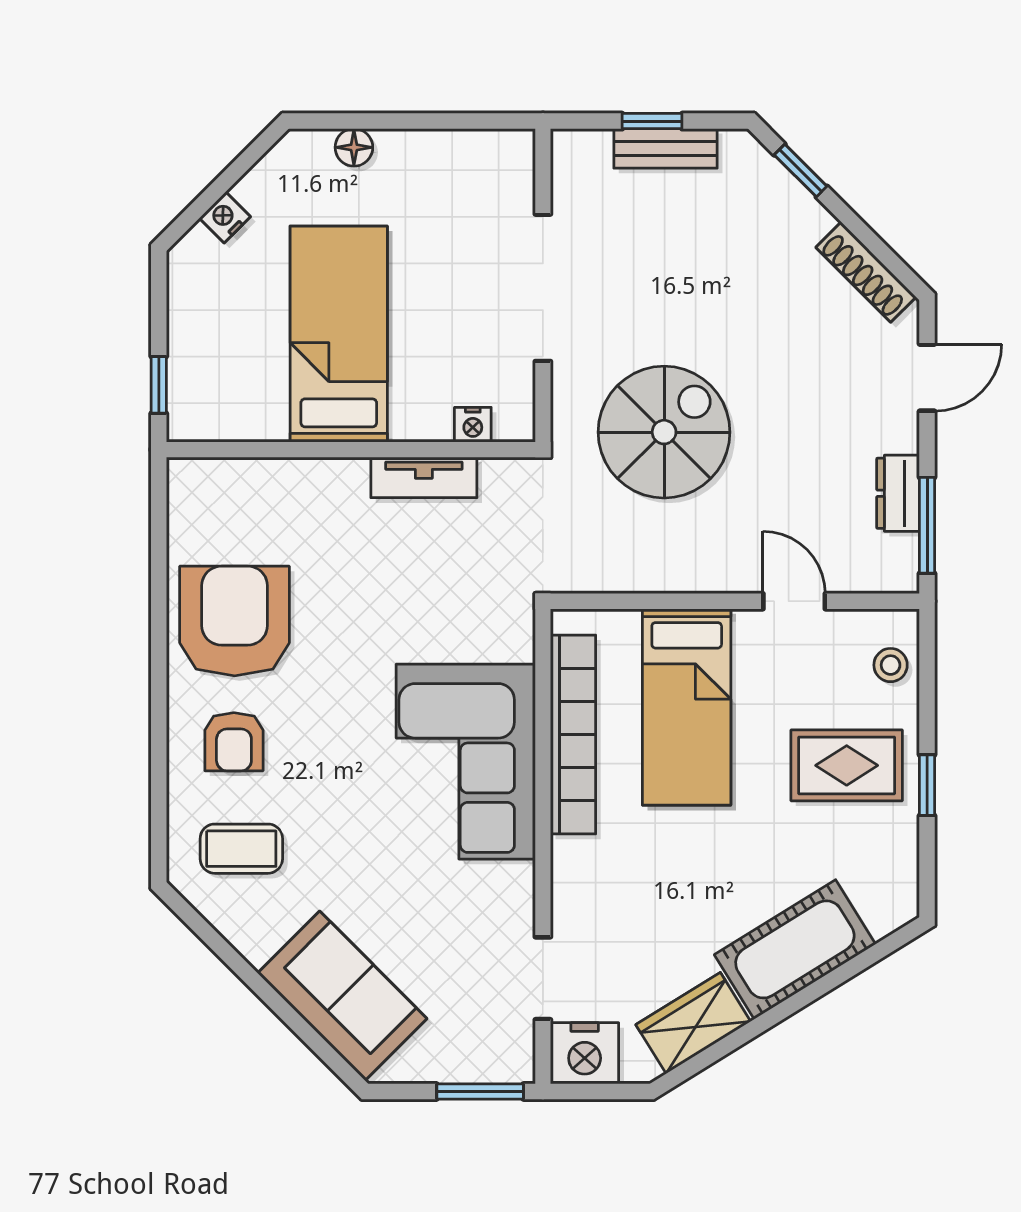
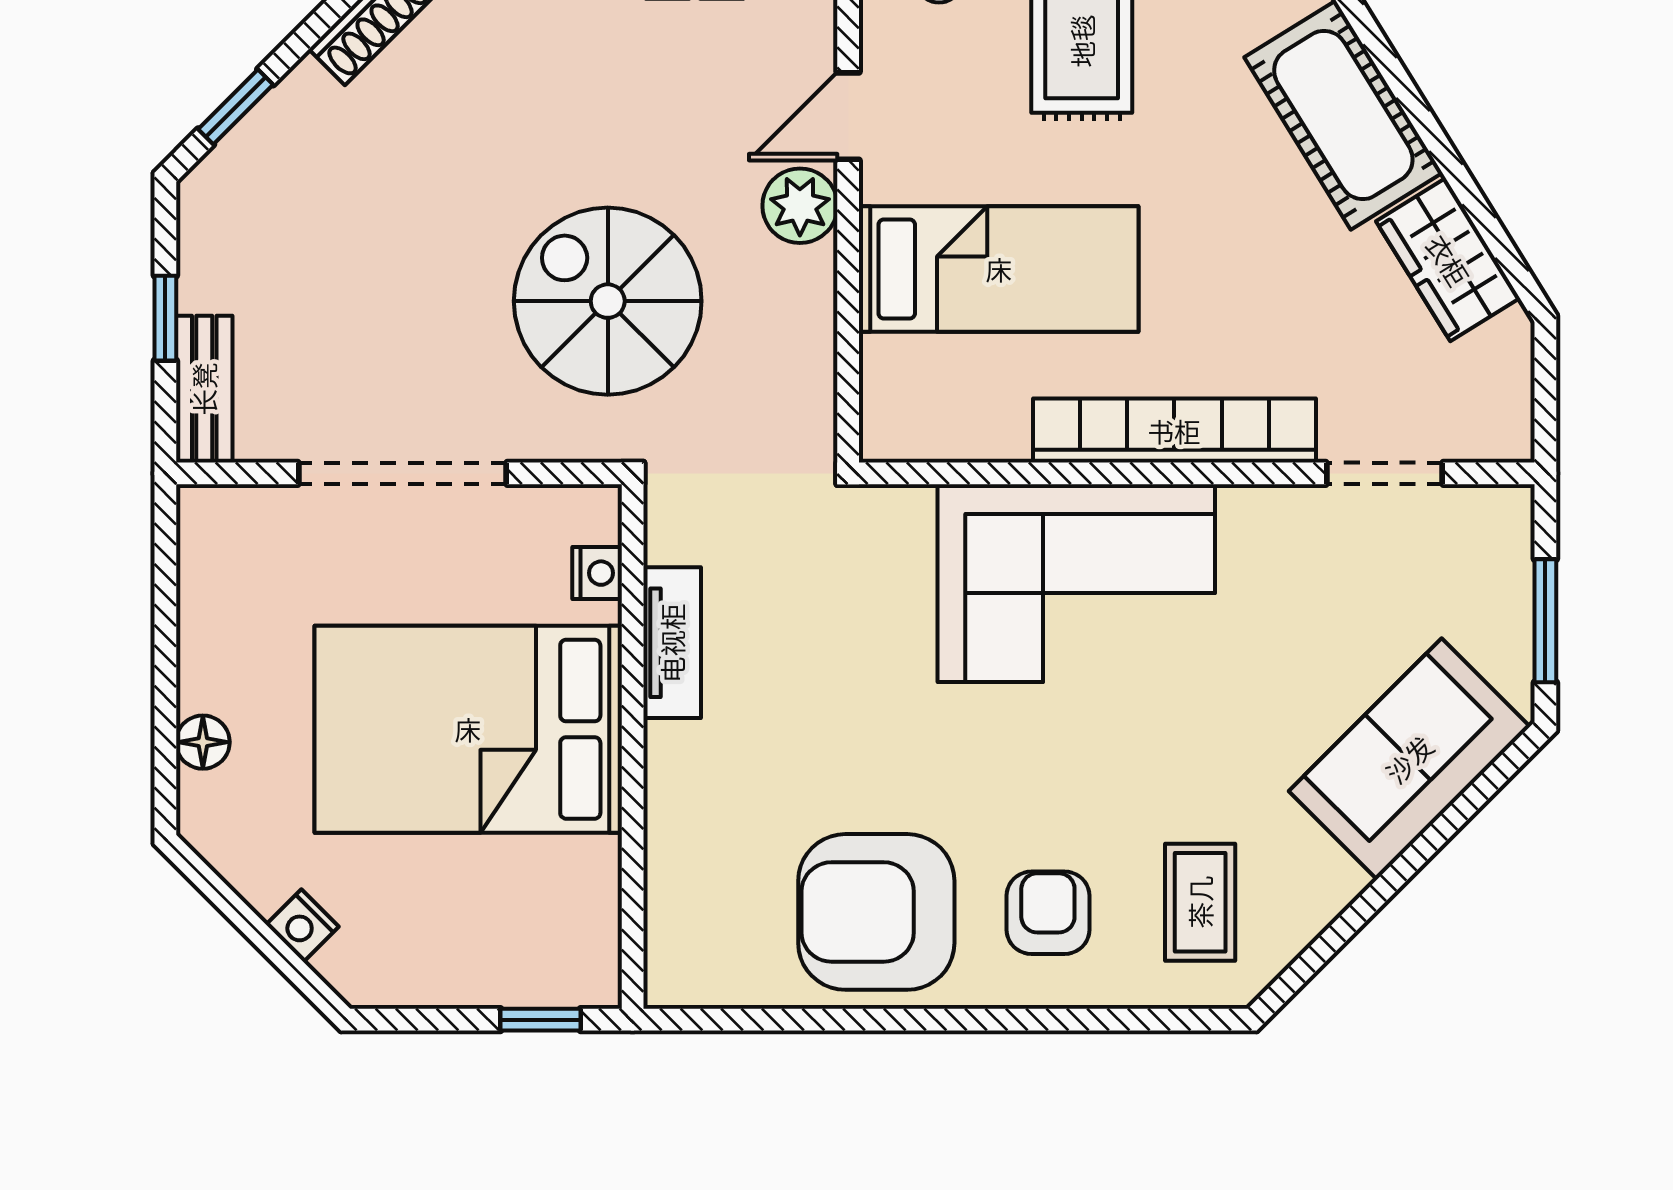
bench: (666, 148) -> (204, 389), moved
bed: (339, 334) -> (468, 729), width x1.50
plant: (731, 567) -> (800, 206), added
bookcase: (573, 735) -> (1174, 431), moved
armchair: (234, 742) -> (1048, 913), turned -90
nightstand: (585, 1053) -> (1491, 414), removed
window: (480, 1091) -> (1545, 621), moved

